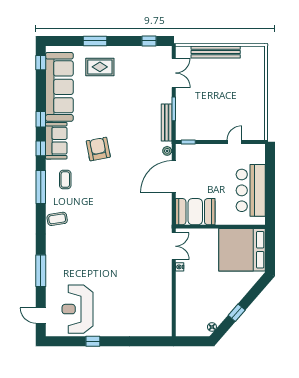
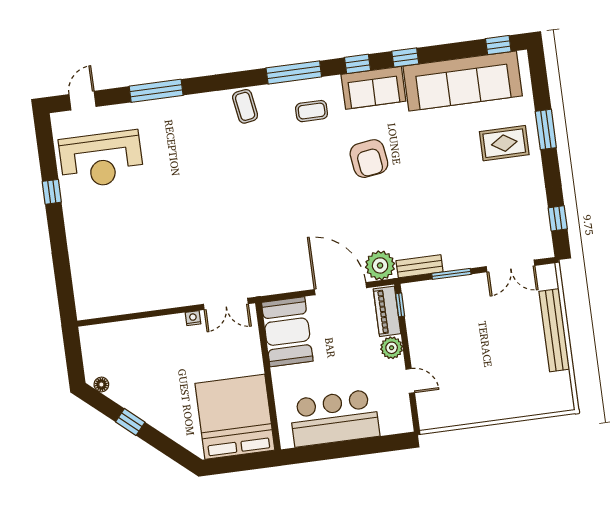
rug: (100, 67) -> (504, 143), turned 90
bench: (167, 122) -> (420, 266), width x0.73
armchair: (98, 149) -> (369, 159), turned 93
piano: (191, 150) -> (387, 311), added
plant: (167, 151) -> (380, 265), width x1.87, depth x1.87
plant: (213, 151) -> (392, 348), added
reception desk: (77, 309) -> (101, 160), turned 180

